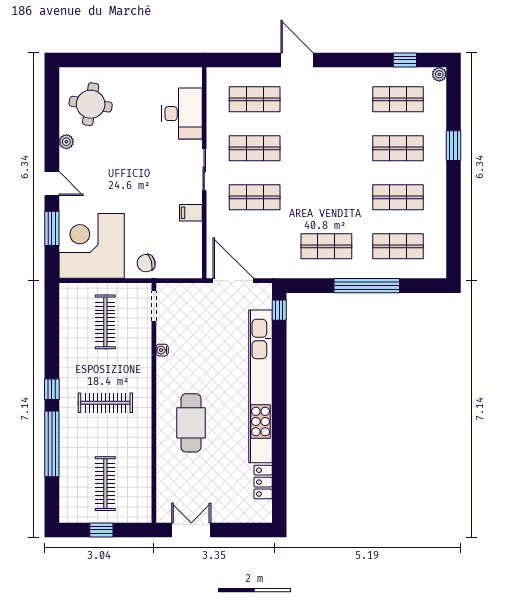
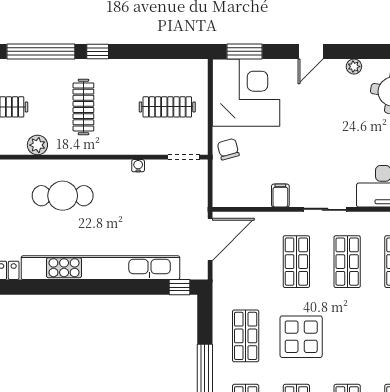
display table: (327, 193) -> (301, 337), added
window: (52, 228) -> (245, 51), moved
plant: (142, 447) -> (37, 145), added

